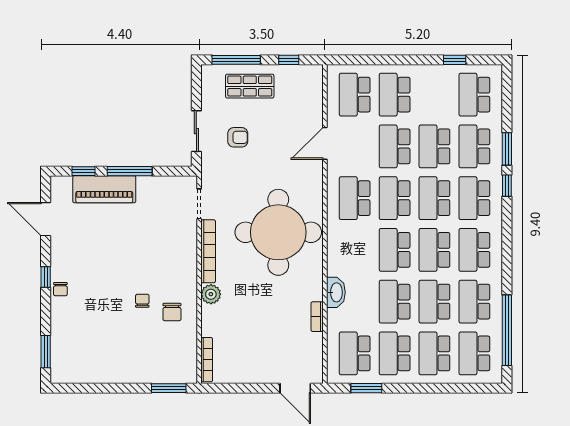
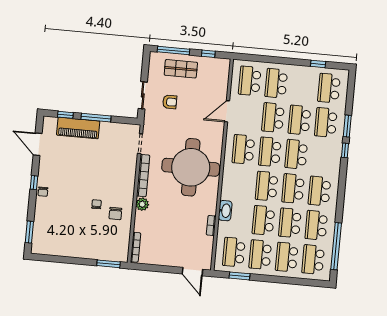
school desk: (474, 198) -> (323, 157), removed

